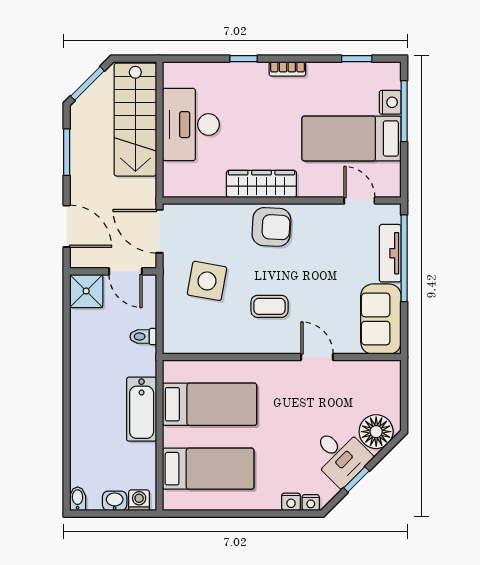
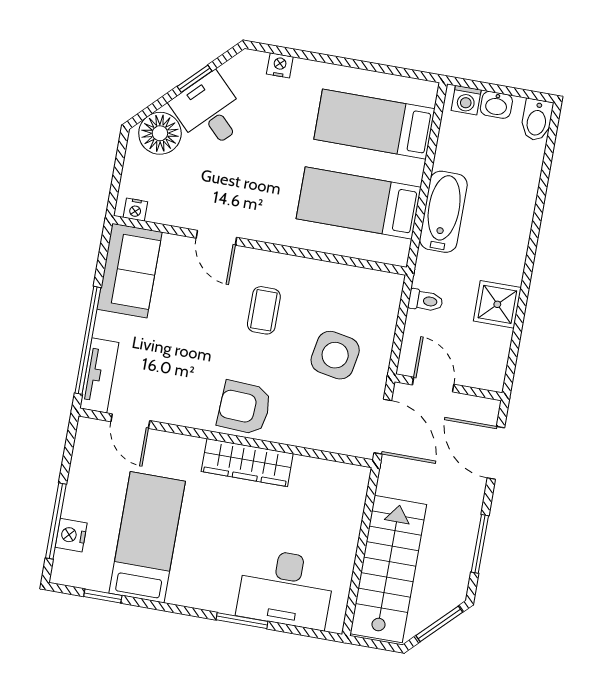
window: (244, 59) -> (242, 621), width x1.50
bookcase: (287, 69) -> (190, 598), removed
desk: (191, 125) -> (286, 589), moved, turned 90
bed: (352, 139) -> (147, 537), moved, turned -90
tv unit: (390, 253) -> (99, 375), moved
shower: (86, 291) -> (497, 304), moved
coffee table: (269, 306) -> (264, 310), turned 90
bidet: (78, 499) -> (537, 120), width x1.38, depth x1.36
nightstand: (311, 503) -> (135, 210), moved, turned 180

